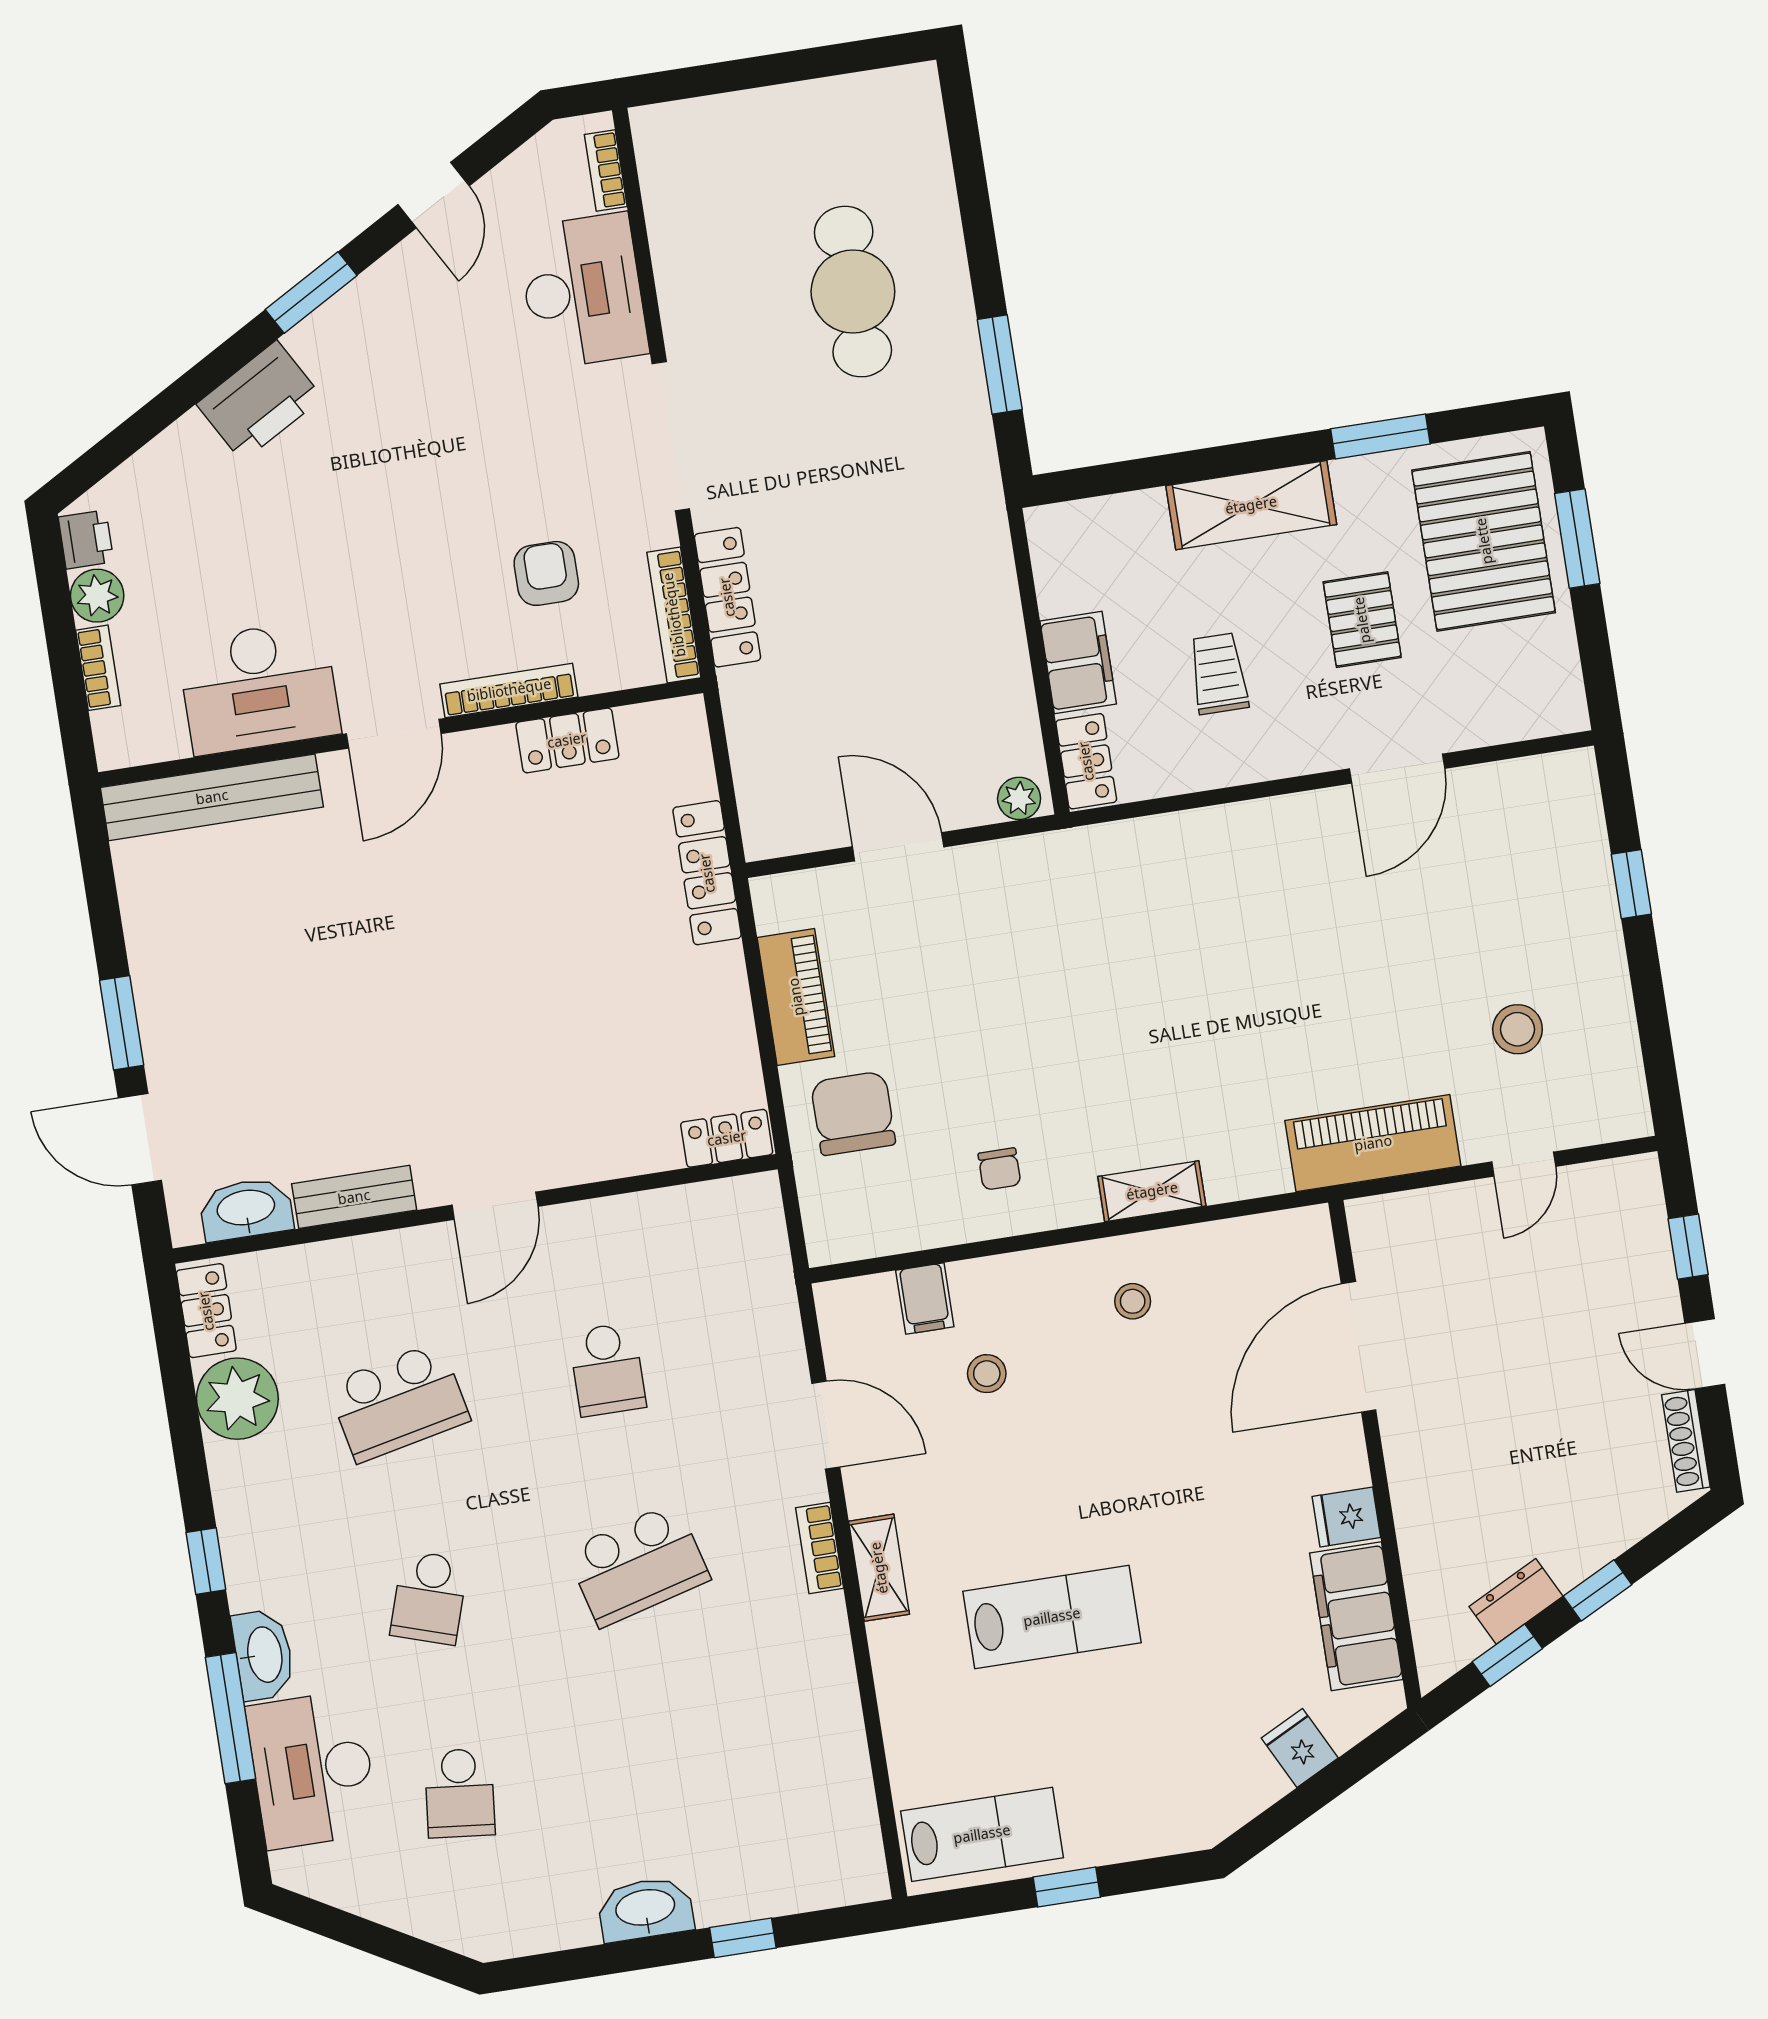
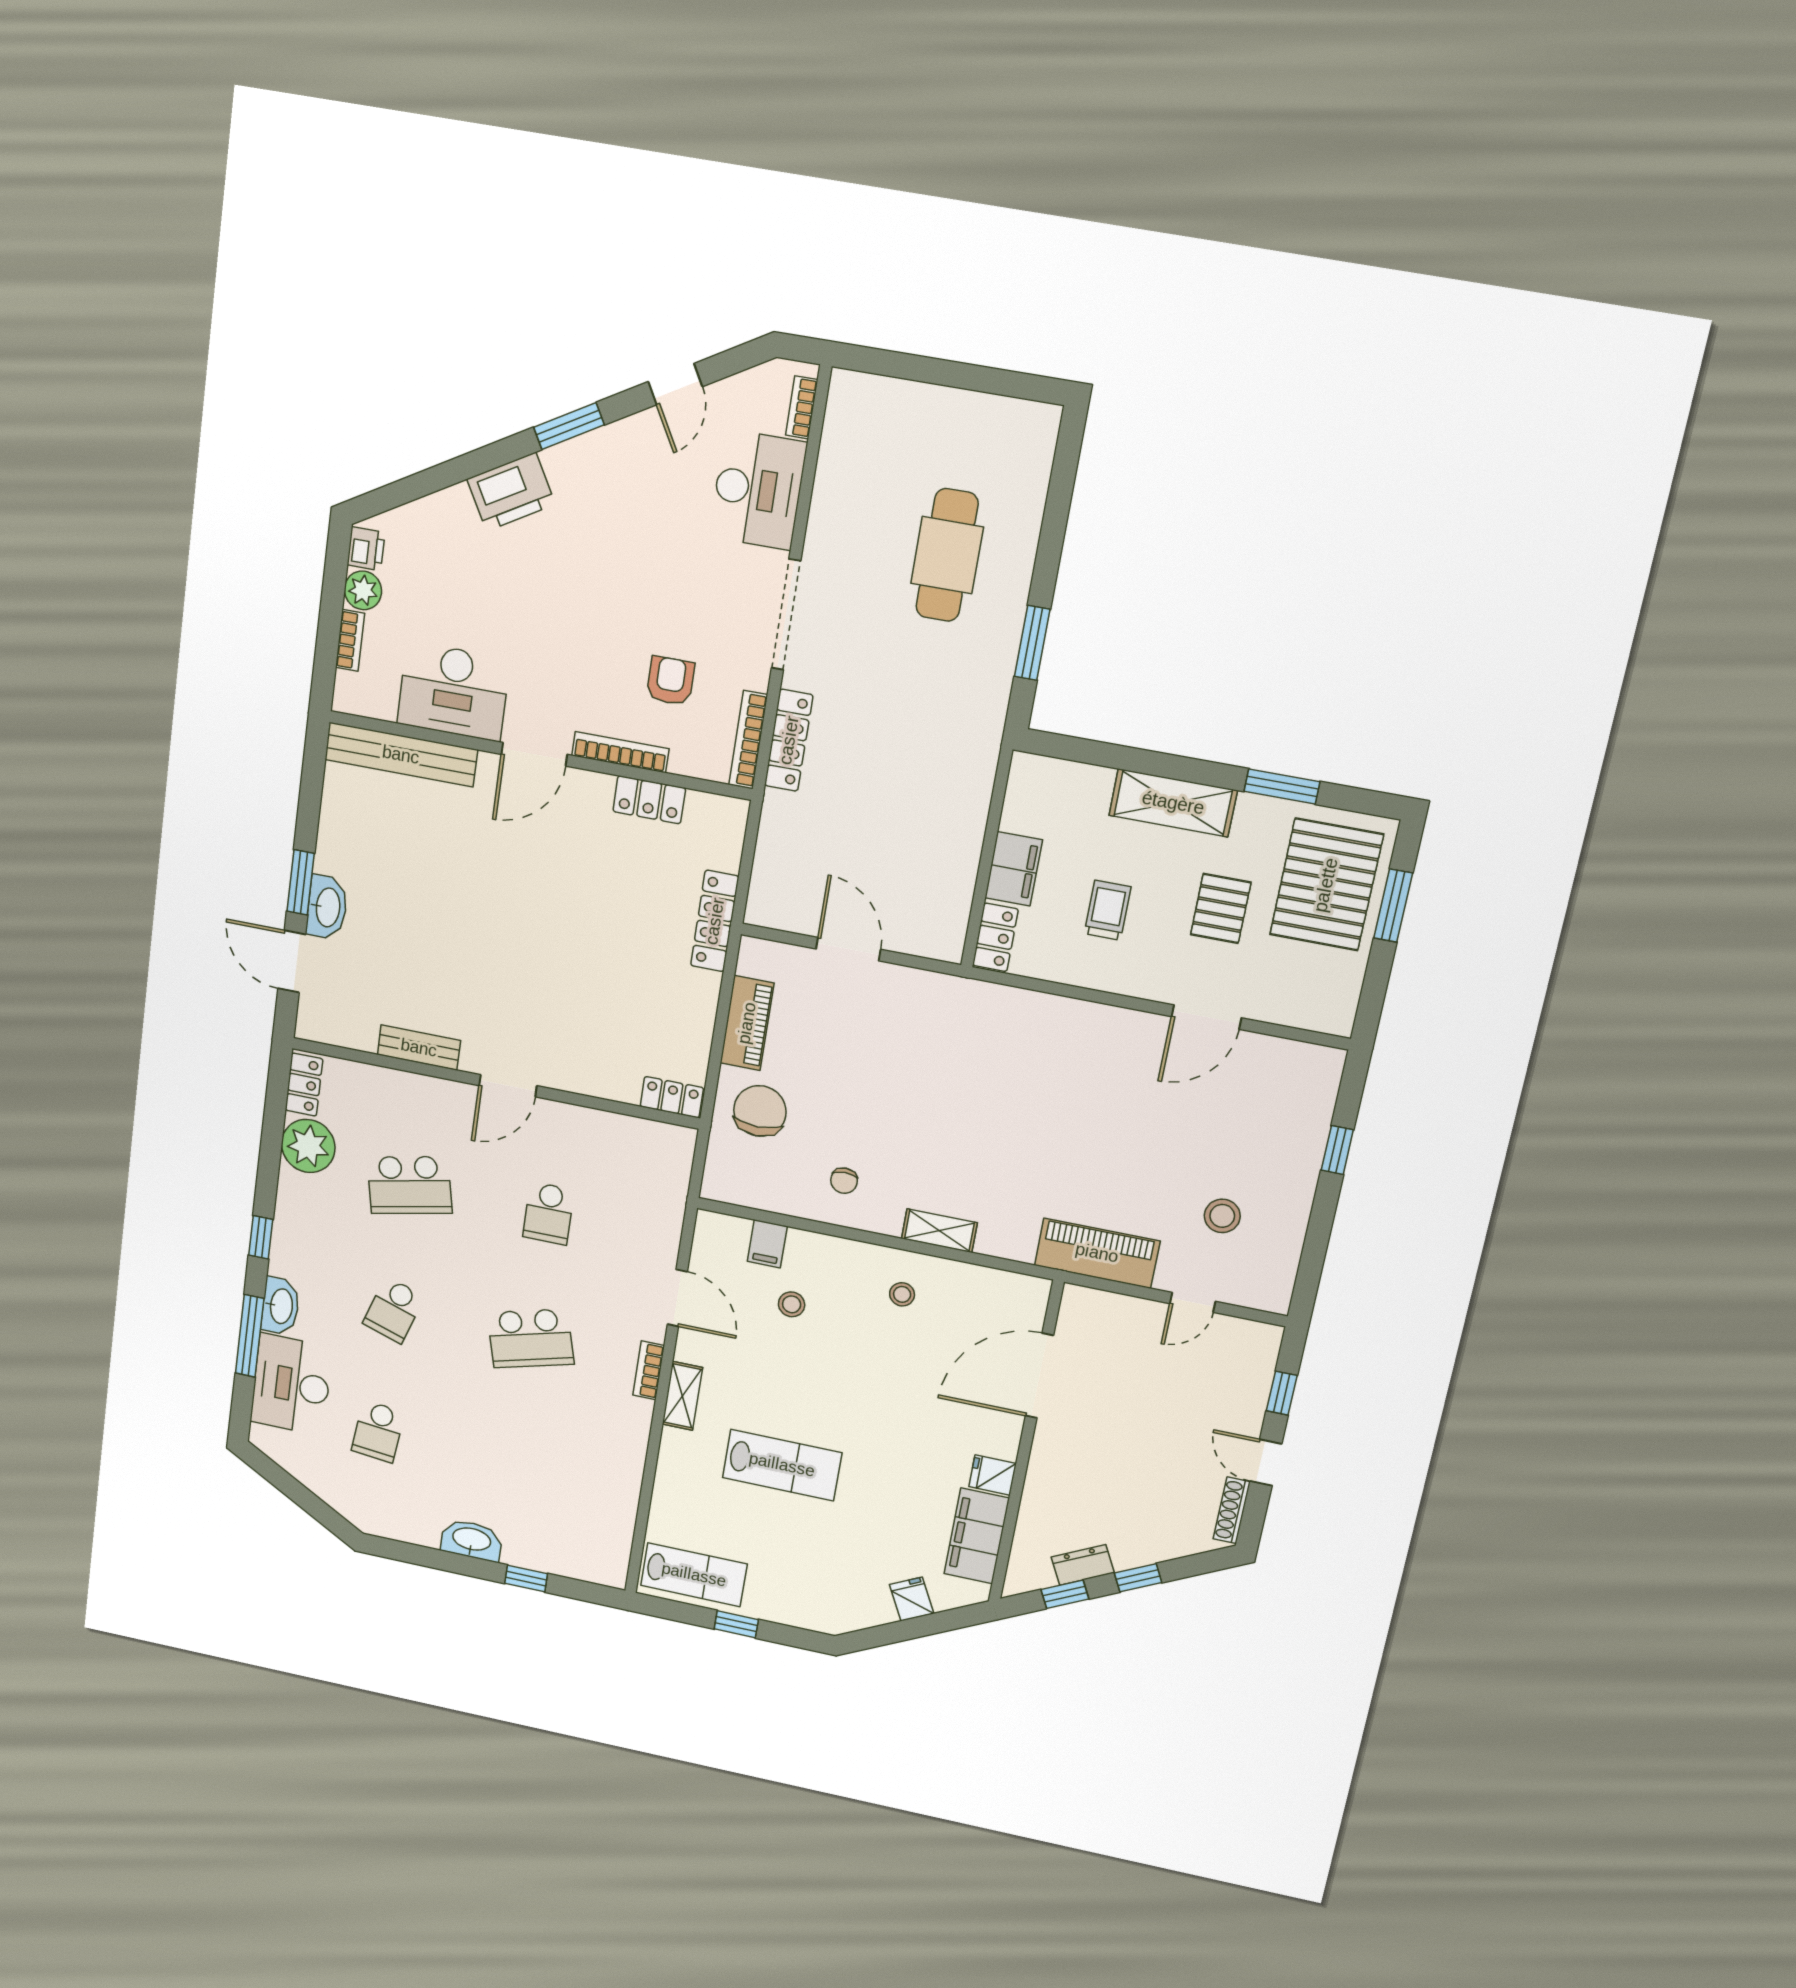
plant: (1019, 798) -> (941, 946), removed
washbasin: (246, 1209) -> (327, 907), moved, turned 90

